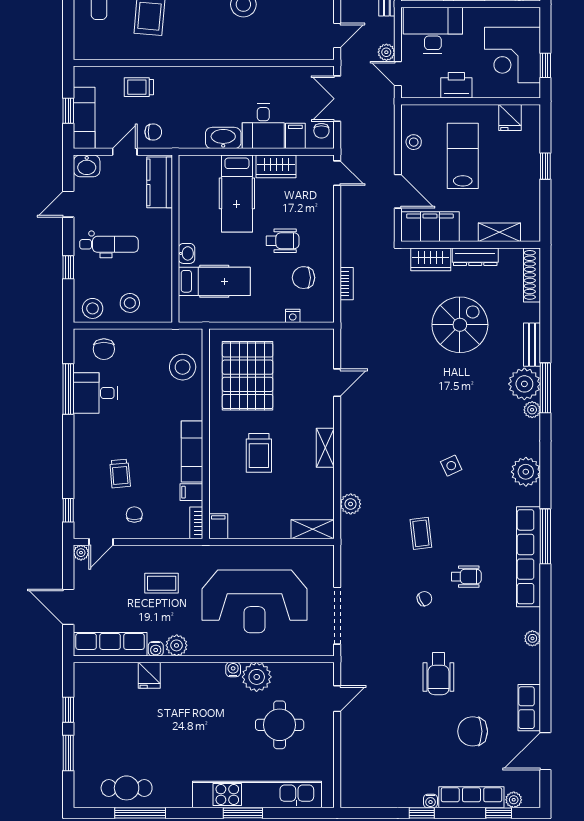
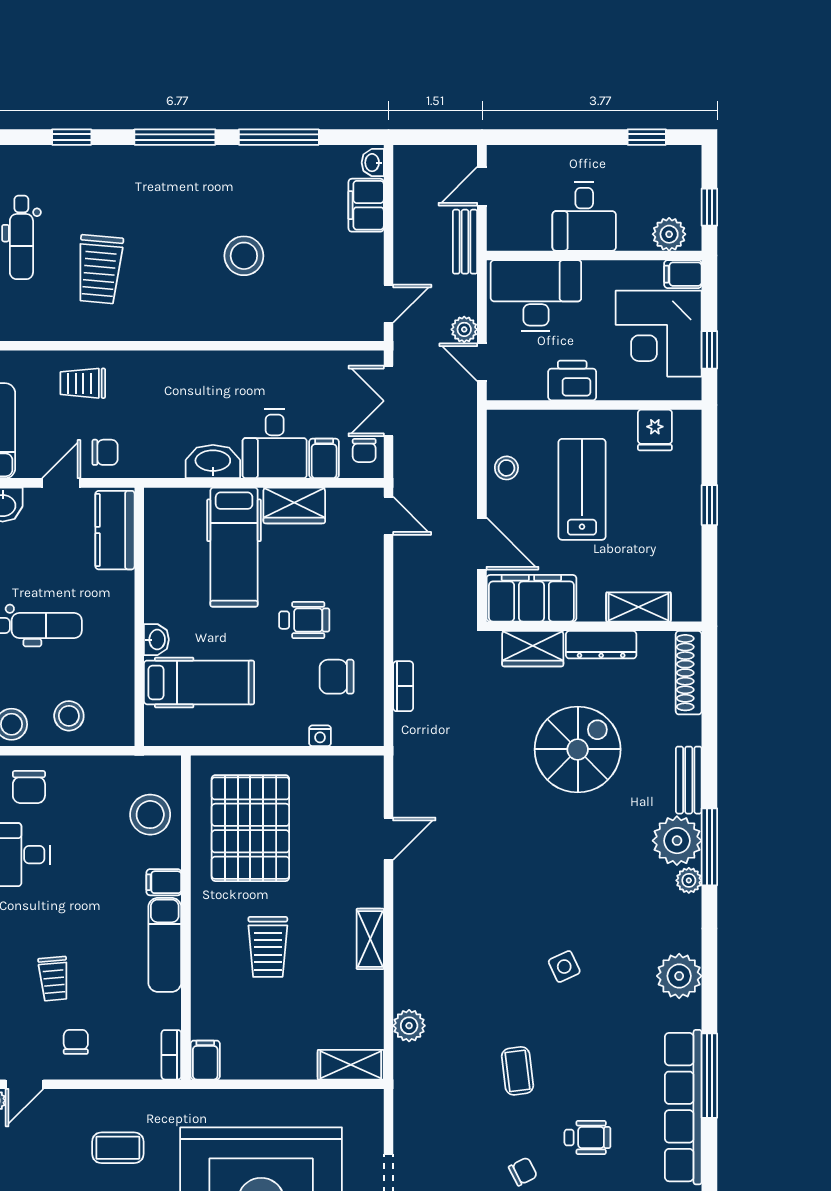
filing cabinet: (528, 16) -> (683, 274), added
filing cabinet: (191, 492) -> (164, 882), moved

